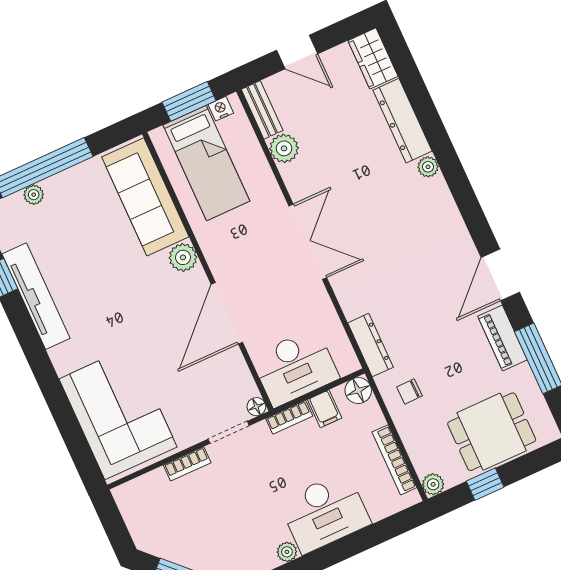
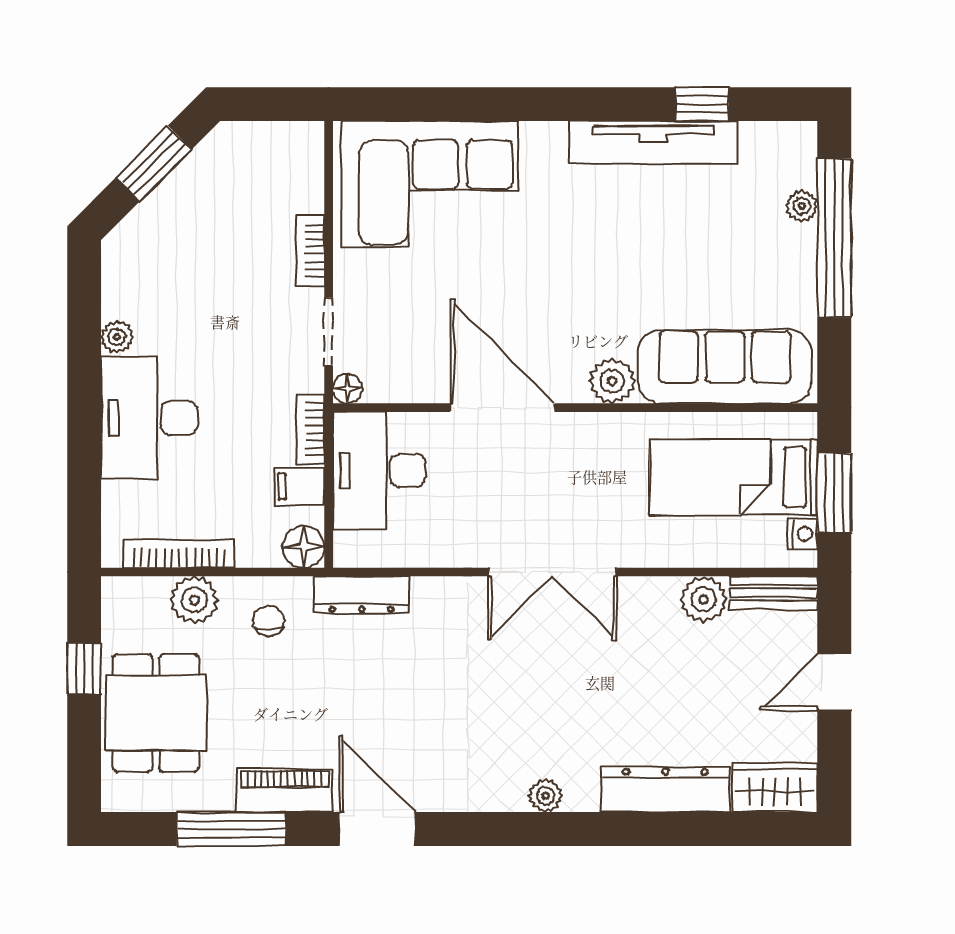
plant: (428, 167) -> (546, 796), moved
plant: (433, 484) -> (194, 600), moved, width x1.38, depth x1.38

